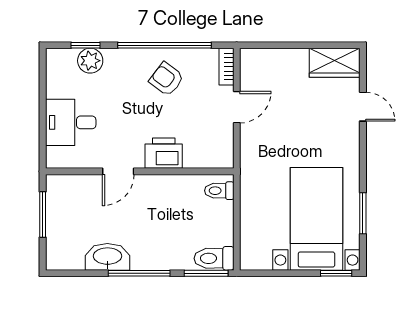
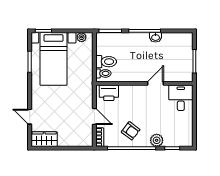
plant: (90, 61) -> (157, 140), moved
door: (237, 107) -> (94, 116), swing flipped
desk: (71, 122) -> (181, 98), moved, turned -90
printer: (164, 153) -> (109, 93), moved
washbasin: (107, 257) -> (156, 37), width x0.52, depth x0.69
toilet: (214, 258) -> (106, 62), moved
plant: (262, 261) -> (82, 37), added

